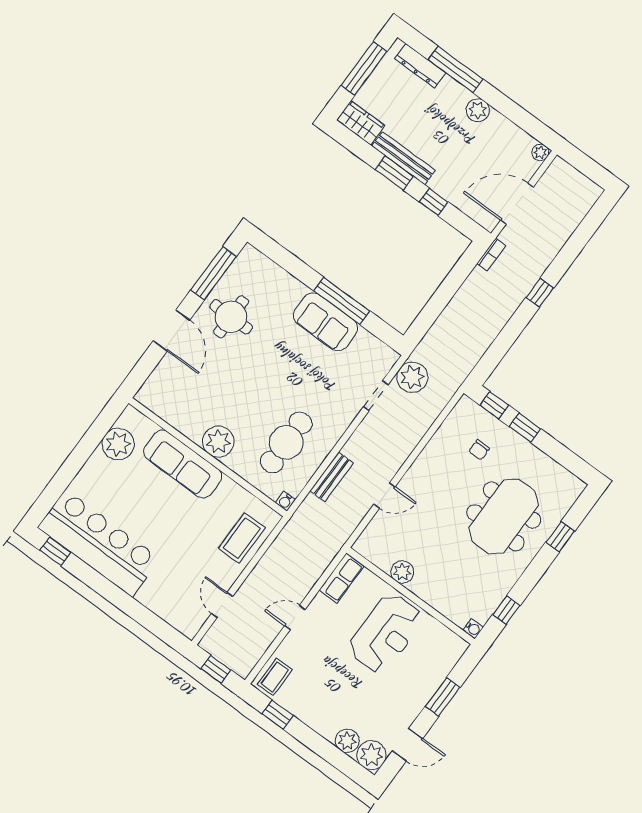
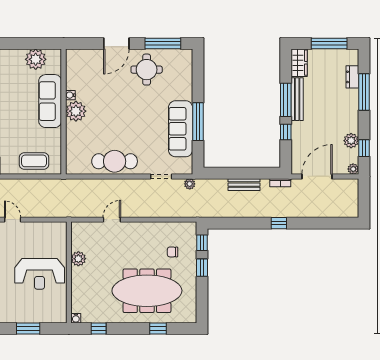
dresser: (420, 66) -> (352, 77), width x0.70
plant: (478, 110) -> (351, 141), moved
window: (524, 120) -> (364, 148), added
window: (394, 173) -> (286, 100), width x1.44
door: (517, 204) -> (317, 176), hinge flipped
sofa: (325, 322) -> (181, 129), width x1.36
plant: (412, 377) -> (190, 184), width x0.53, depth x0.53
cafe table: (286, 442) -> (115, 161), moved
bench: (331, 477) -> (244, 185), moved
door: (384, 495) -> (112, 220), swing flipped
water cooler: (285, 501) -> (70, 95), moved
meeting table: (504, 516) -> (147, 291), width x1.36
row of seats: (342, 578) -> (52, 229), removed

